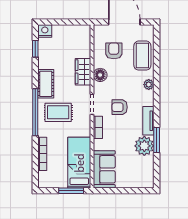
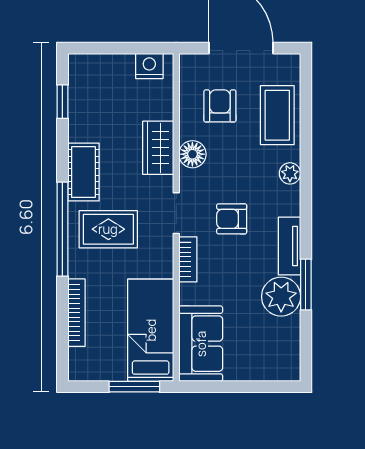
nightstand: (45, 31) -> (149, 66), moved

